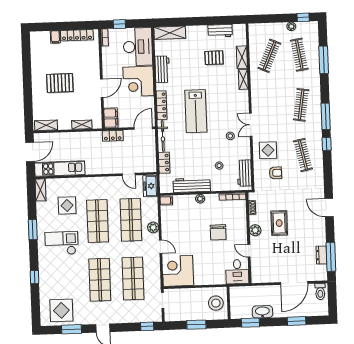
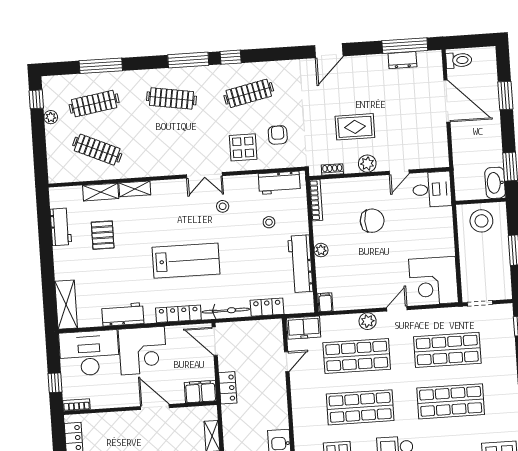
washbasin: (262, 312) -> (495, 183), moved

